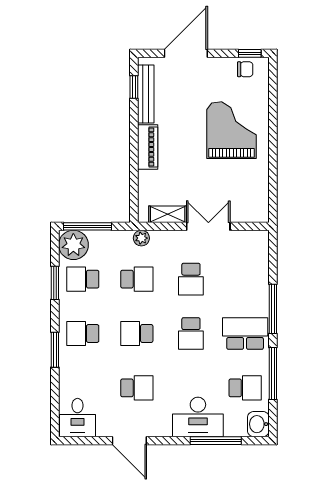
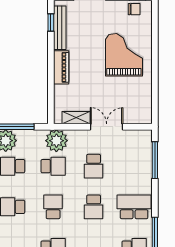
plant: (141, 238) -> (56, 141), width x1.88, depth x1.88
window: (273, 309) -> (155, 160), moved
school desk: (137, 334) -> (53, 207), turned 90

